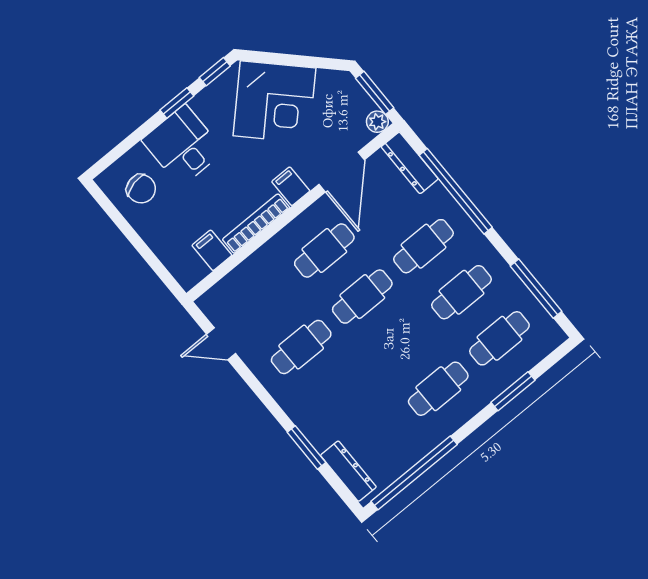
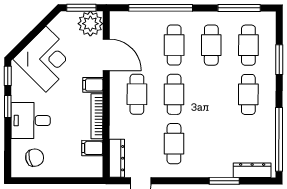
plant: (377, 122) -> (90, 24), width x1.87, depth x1.87
dresser: (410, 163) -> (117, 158), moved, turned -90

